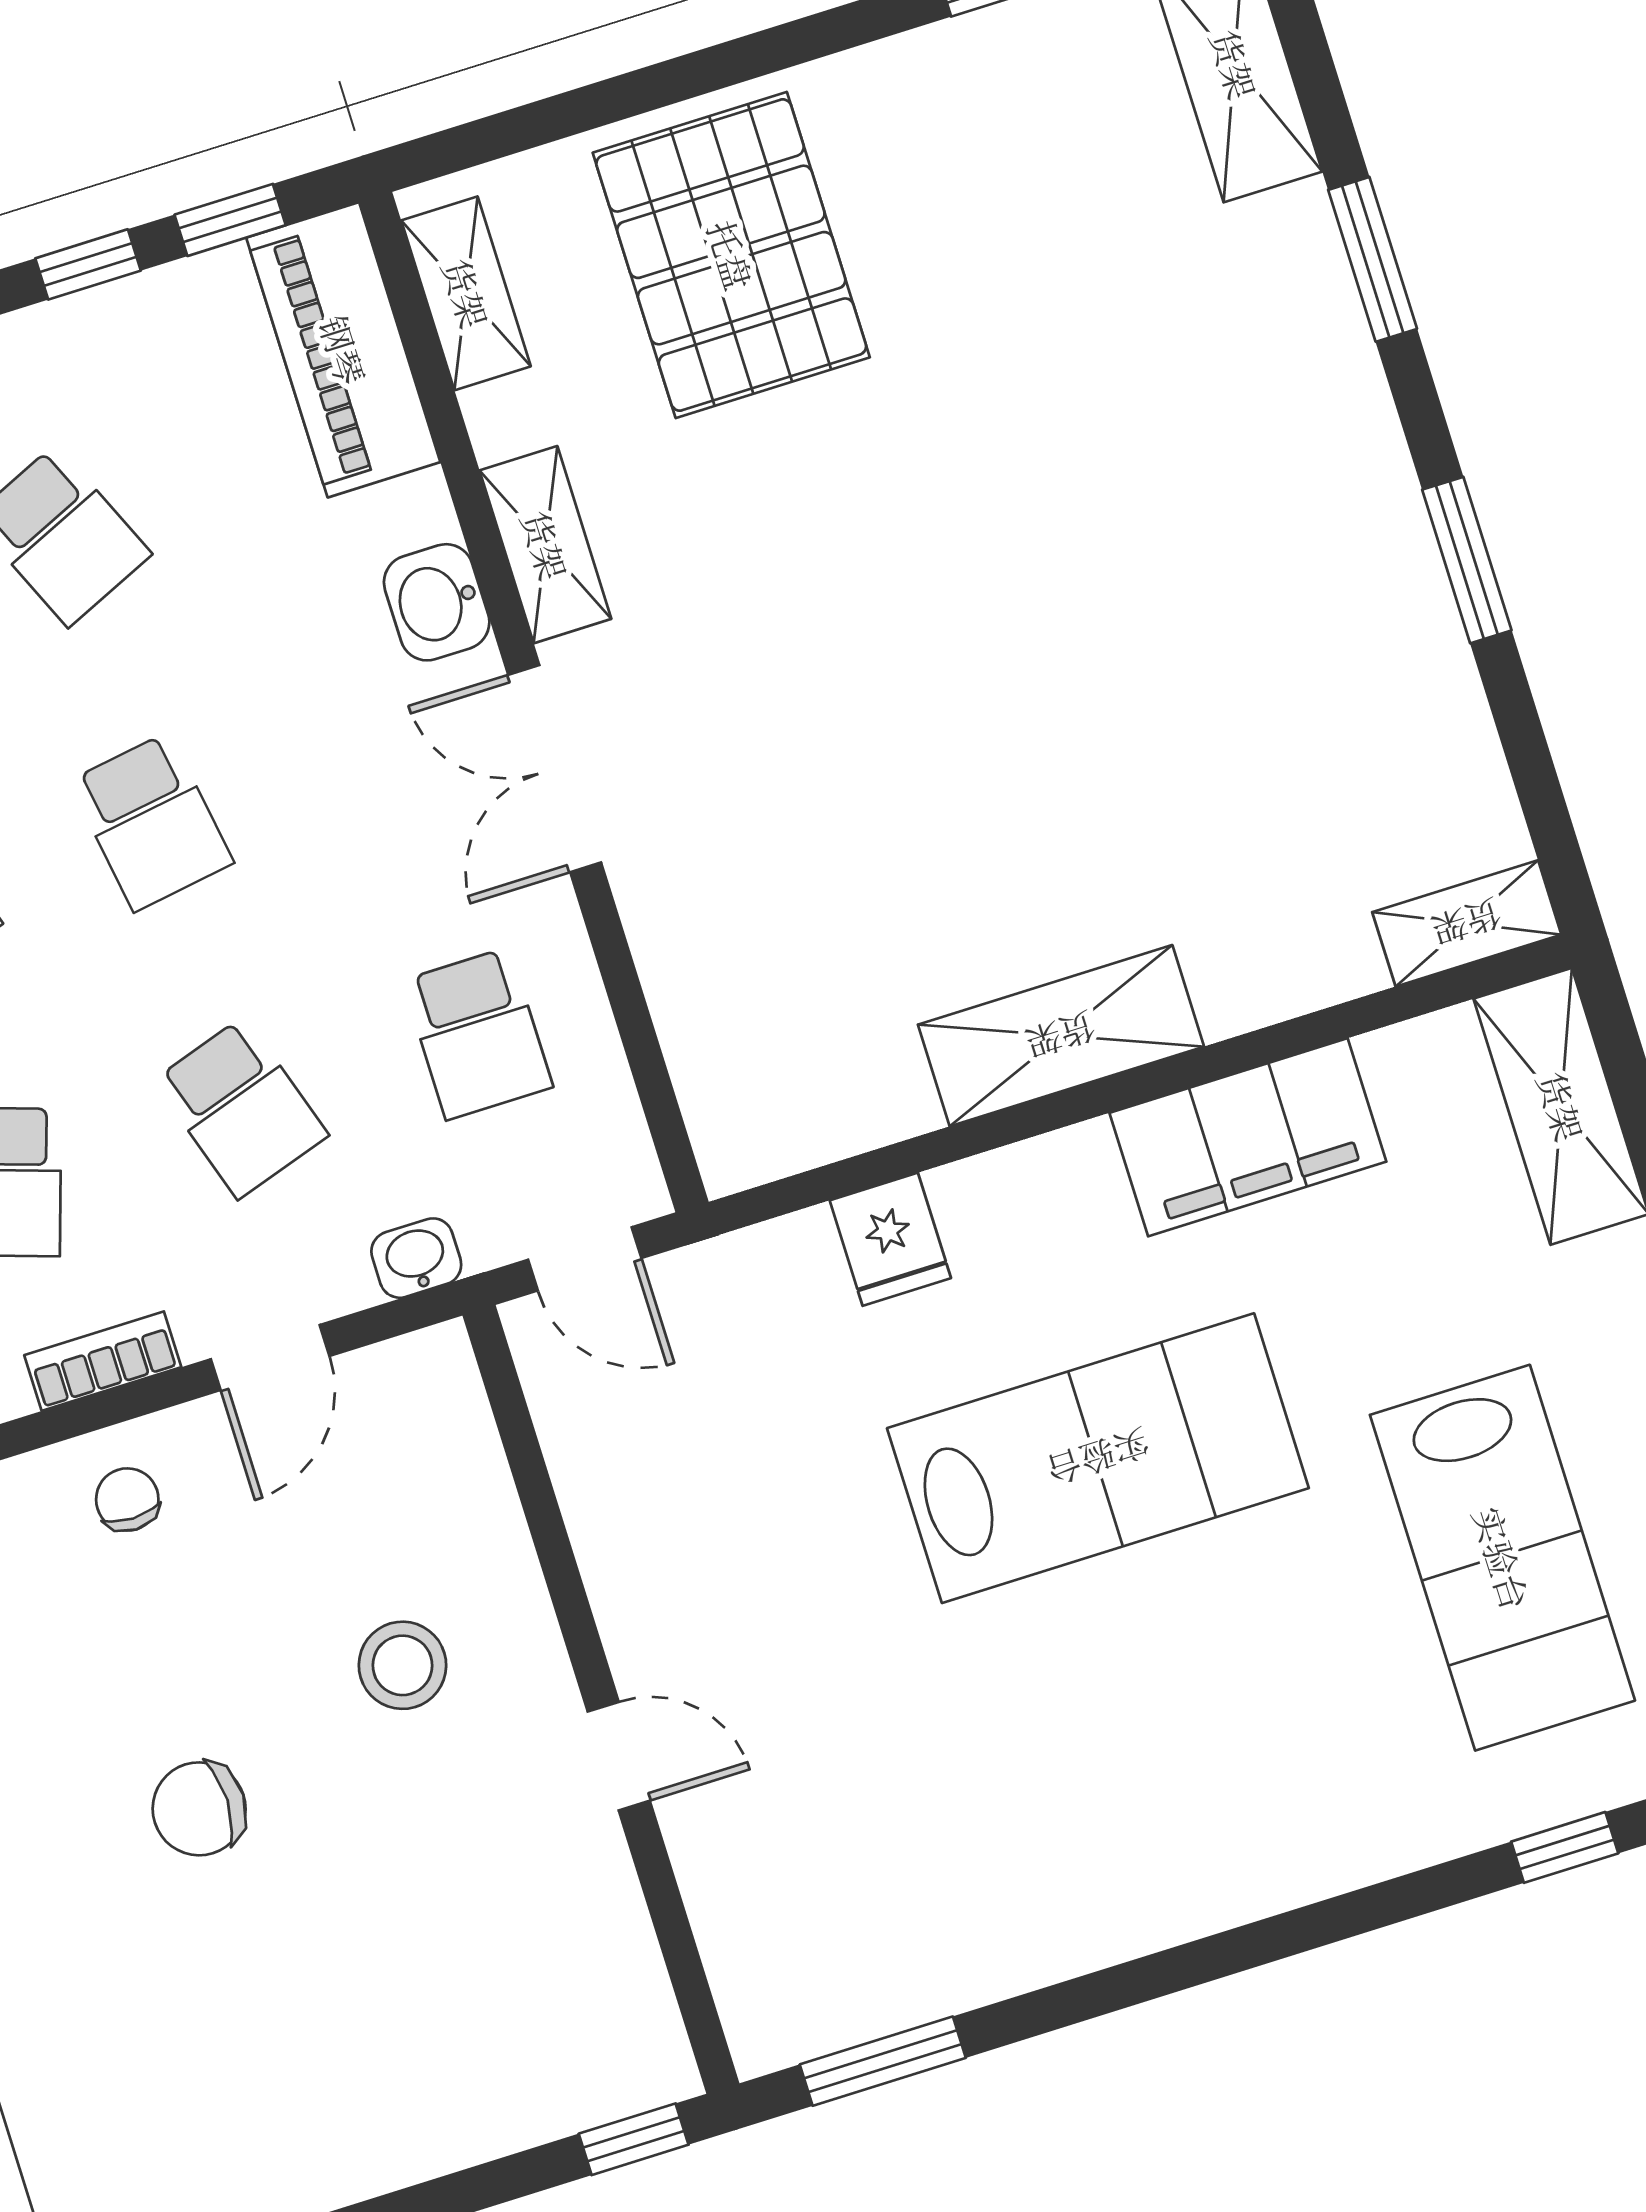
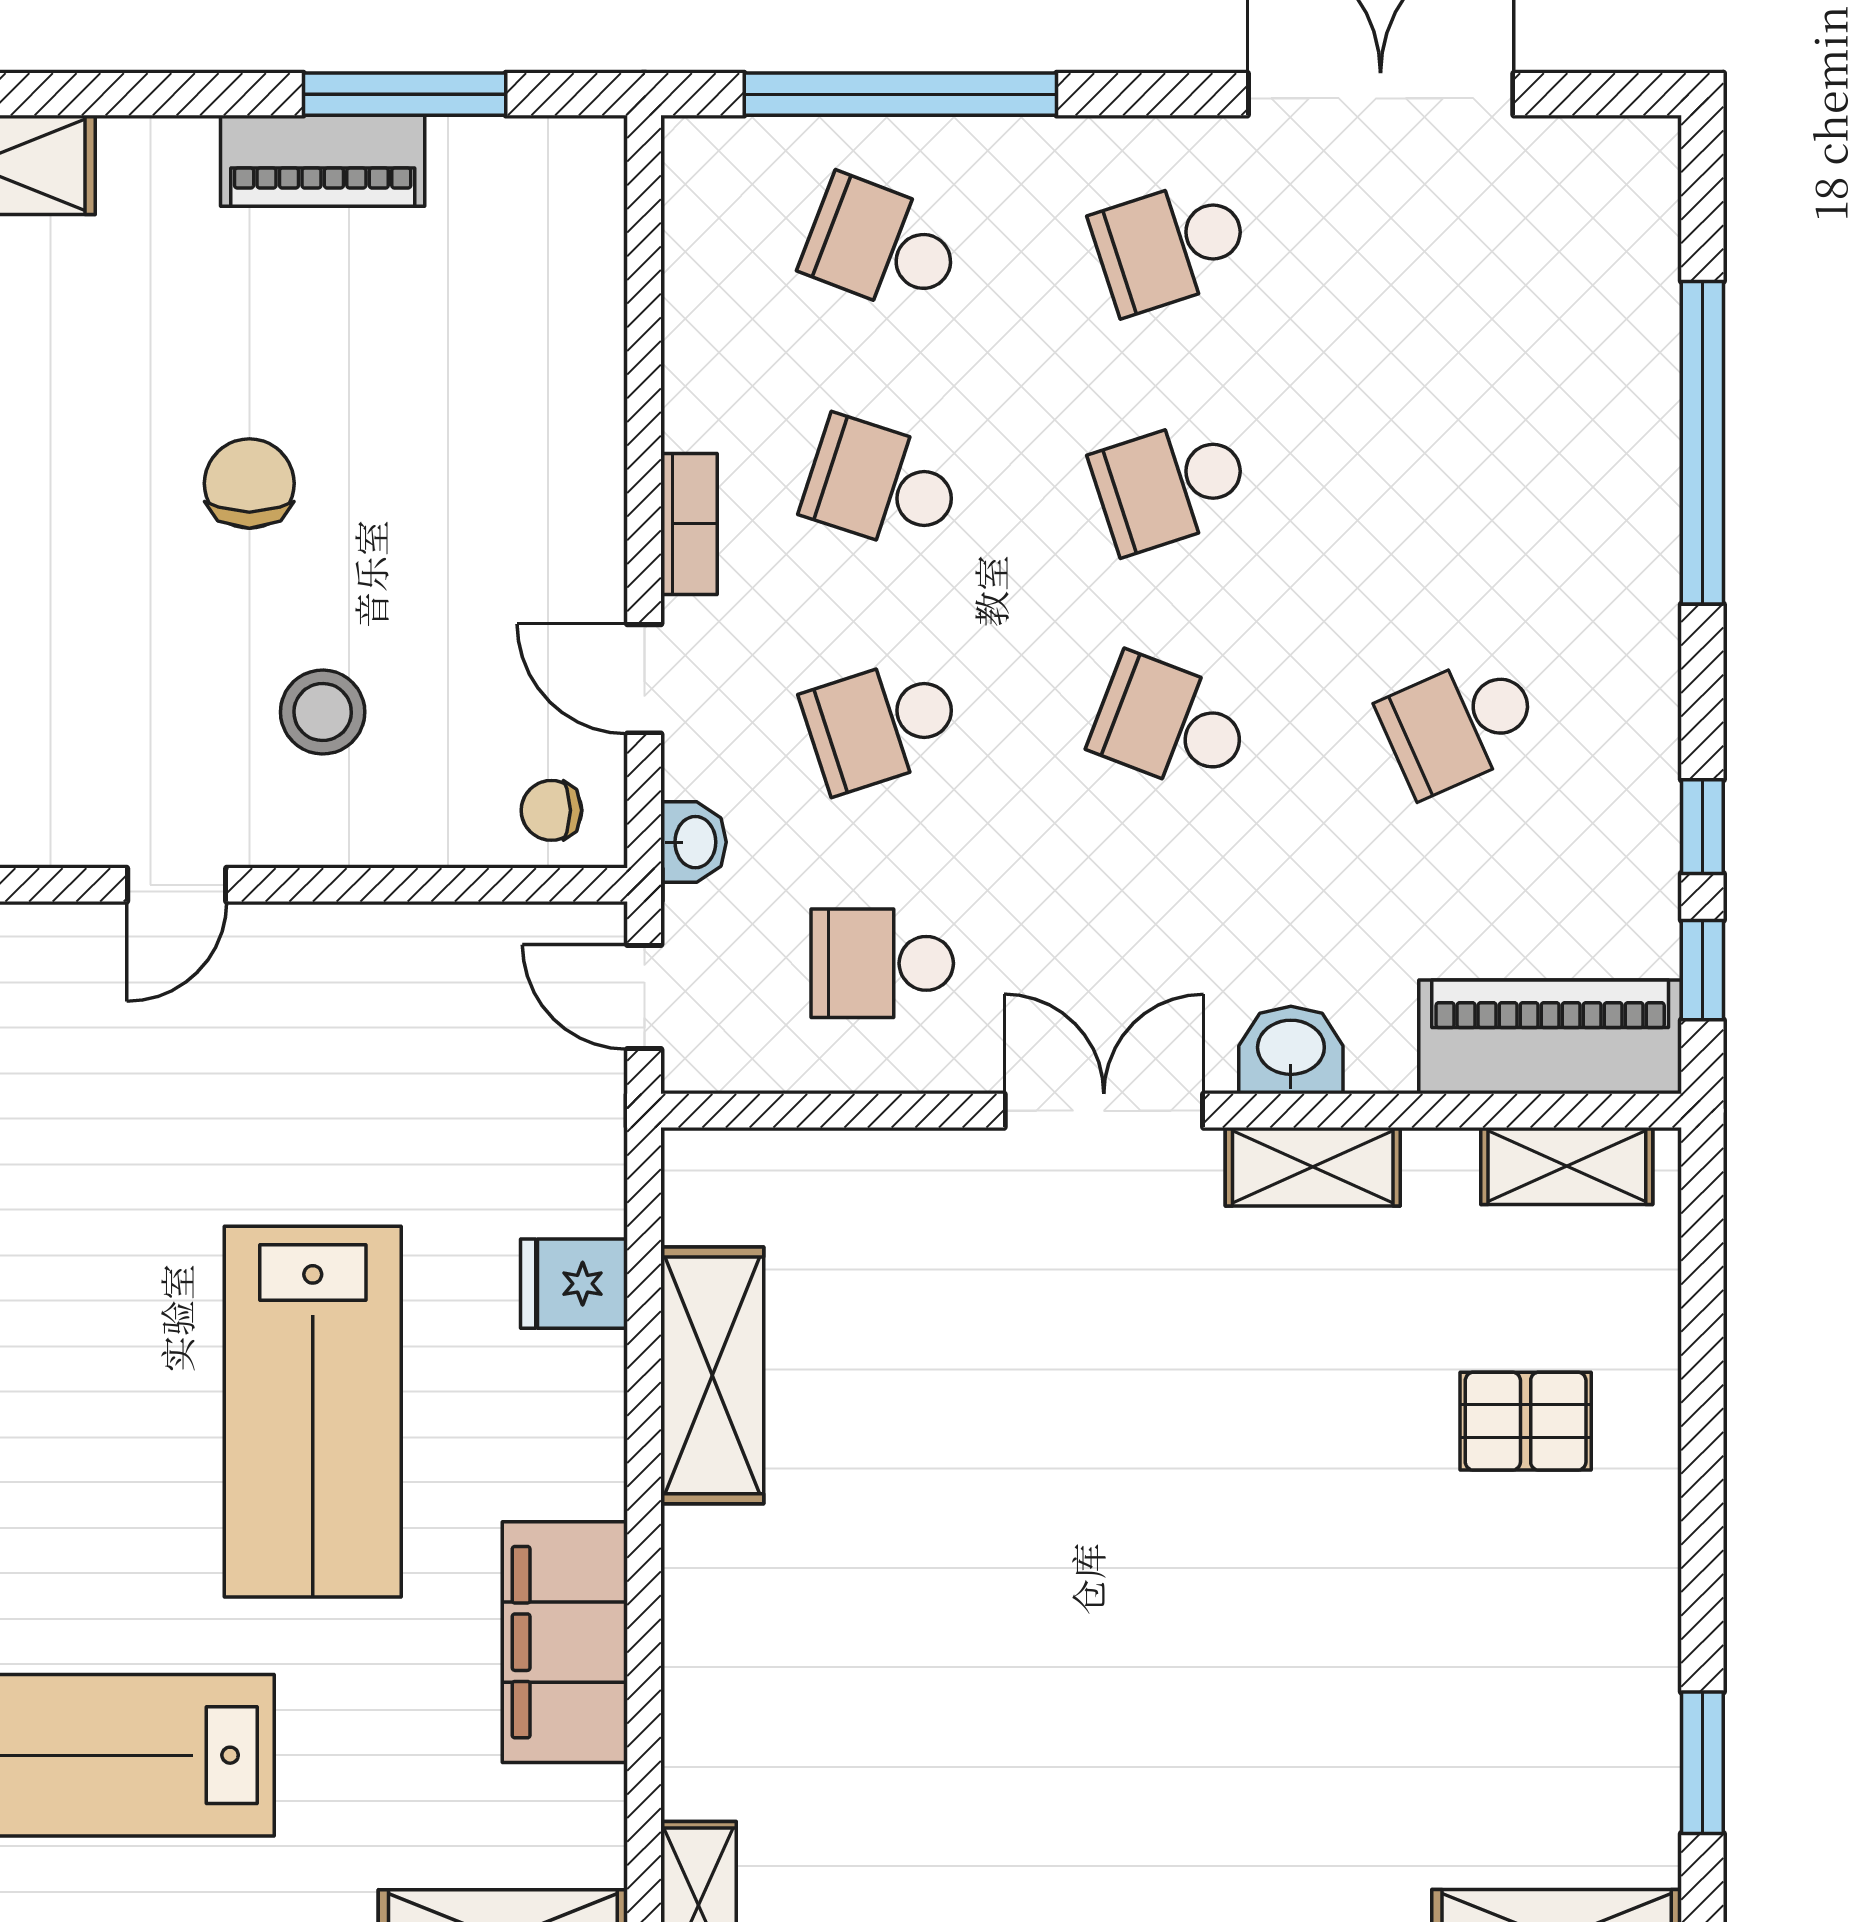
pallet: (731, 255) -> (1526, 1421), width x0.49, depth x0.50
school desk: (151, 822) -> (1171, 724), turned 30
shelving: (1061, 1036) -> (712, 1375), moved
door: (585, 1259) -> (644, 997), hinge flipped
chair: (127, 1500) -> (551, 810), moved, turned 180

